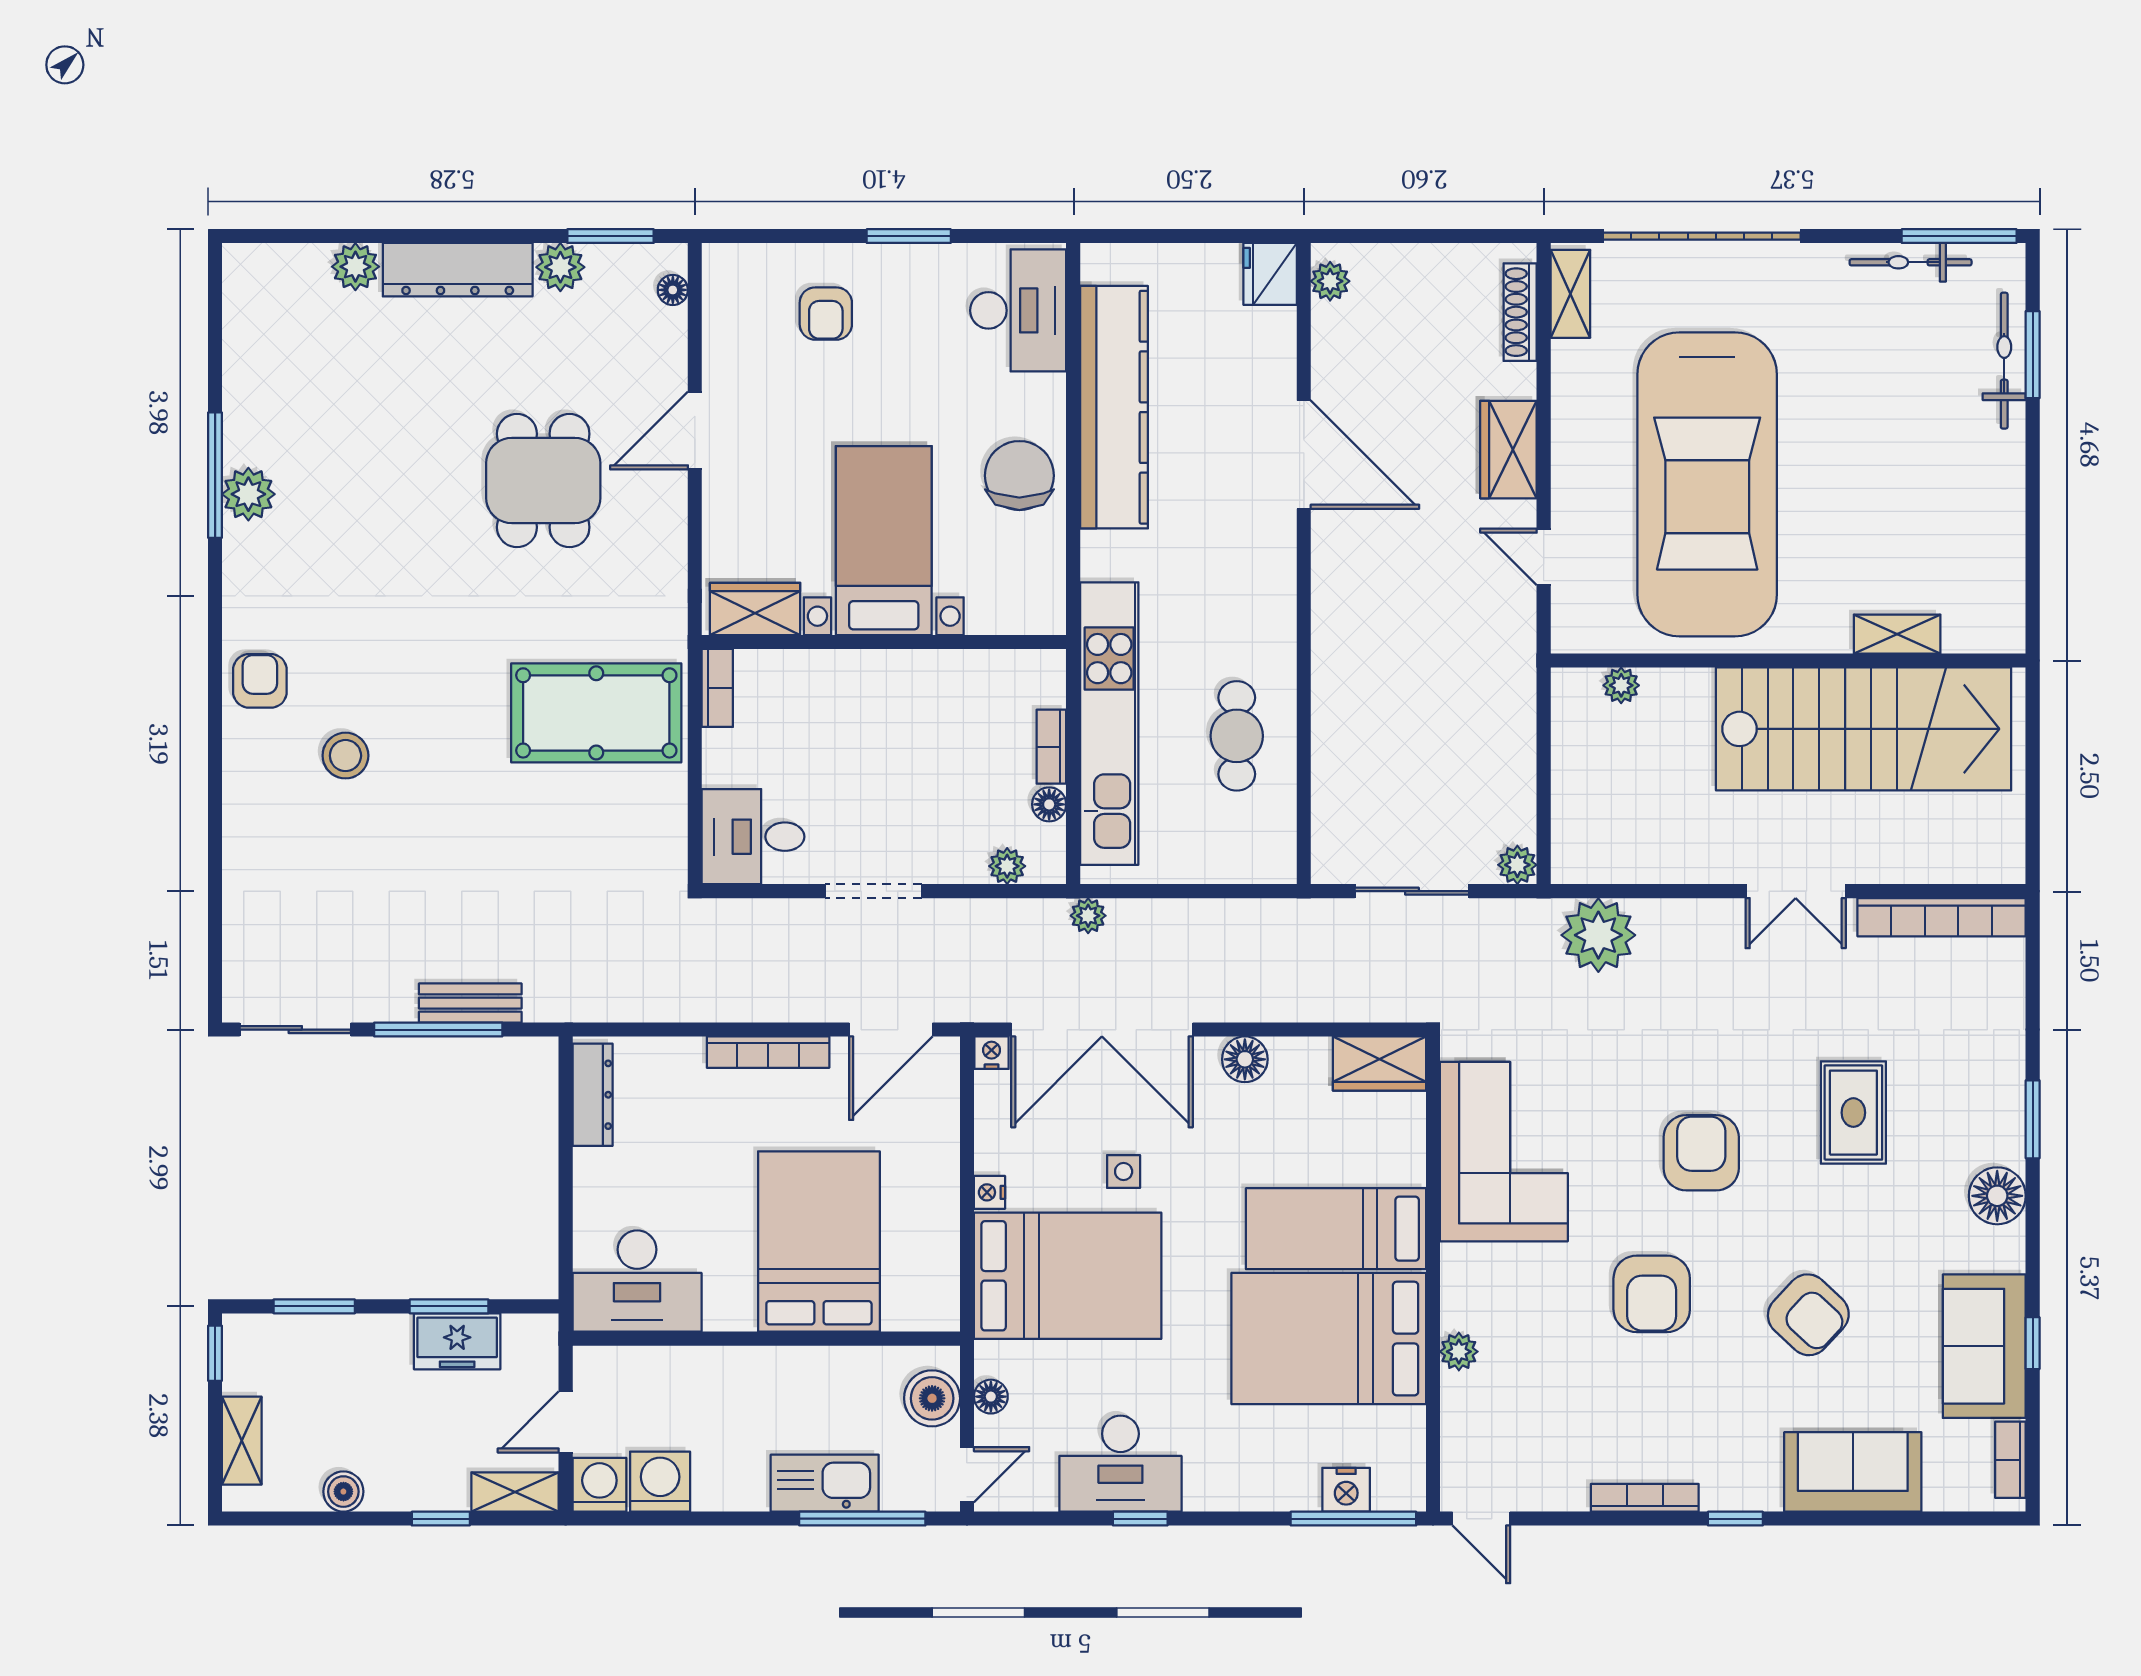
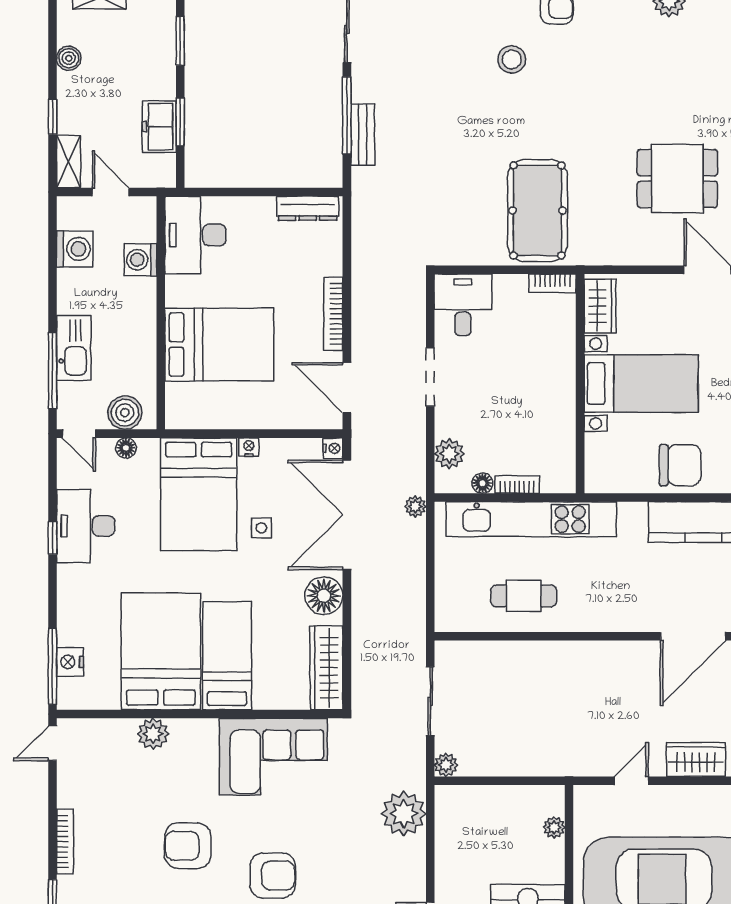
plant: (1007, 866) -> (449, 454), width x1.38, depth x1.38
floor lamp: (1245, 1059) -> (324, 596), width x1.38, depth x1.38
wardrobe: (1379, 1063) -> (326, 668), width x1.50
plant: (1459, 1352) -> (153, 734), width x1.38, depth x1.38
washing machine: (599, 1485) -> (140, 260), moved, turned 180

